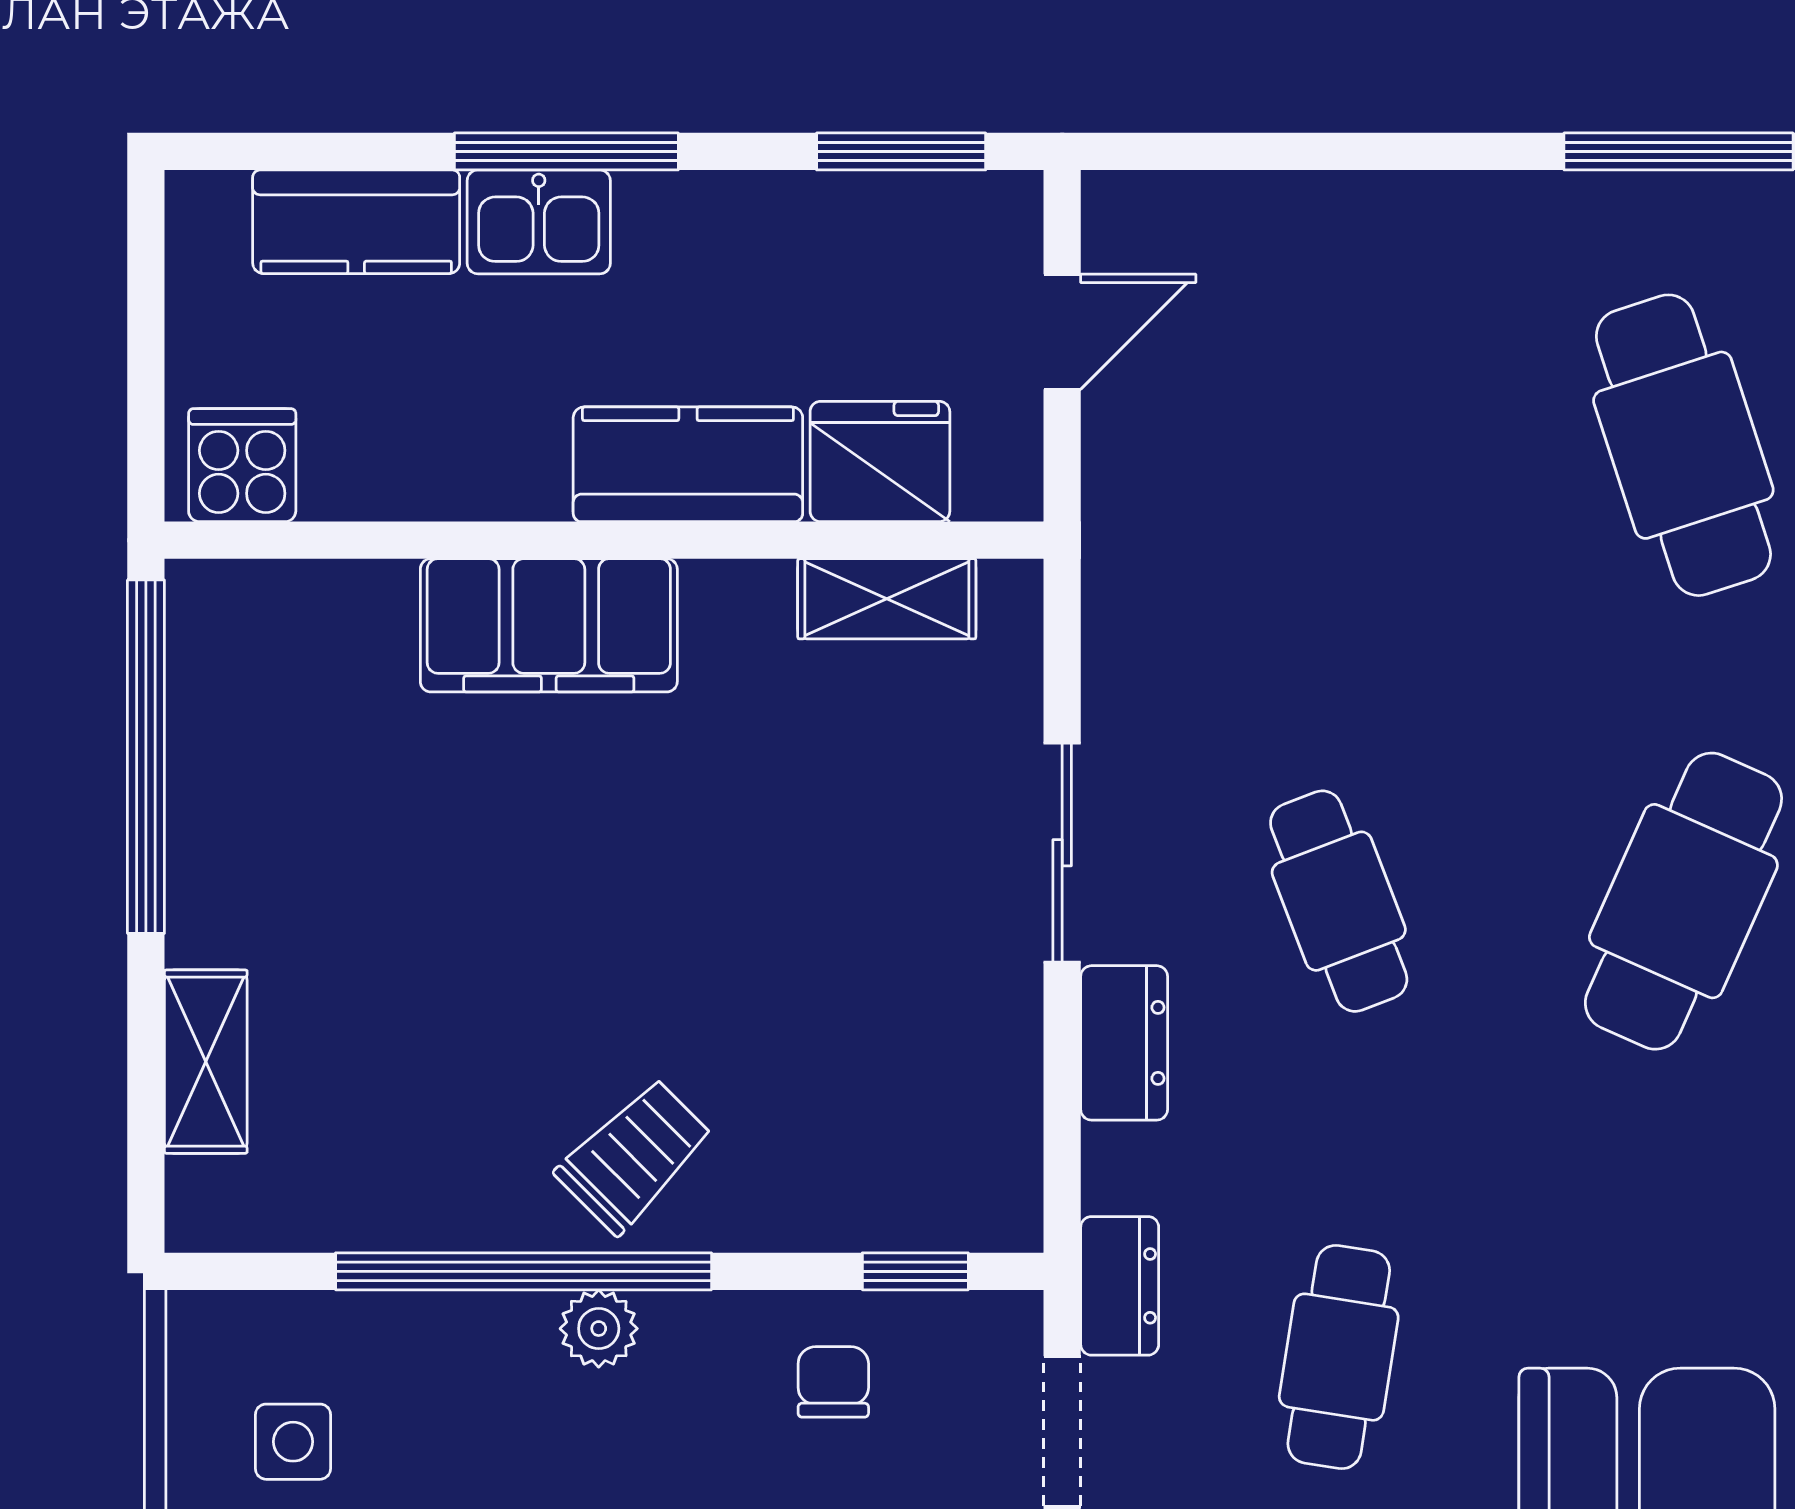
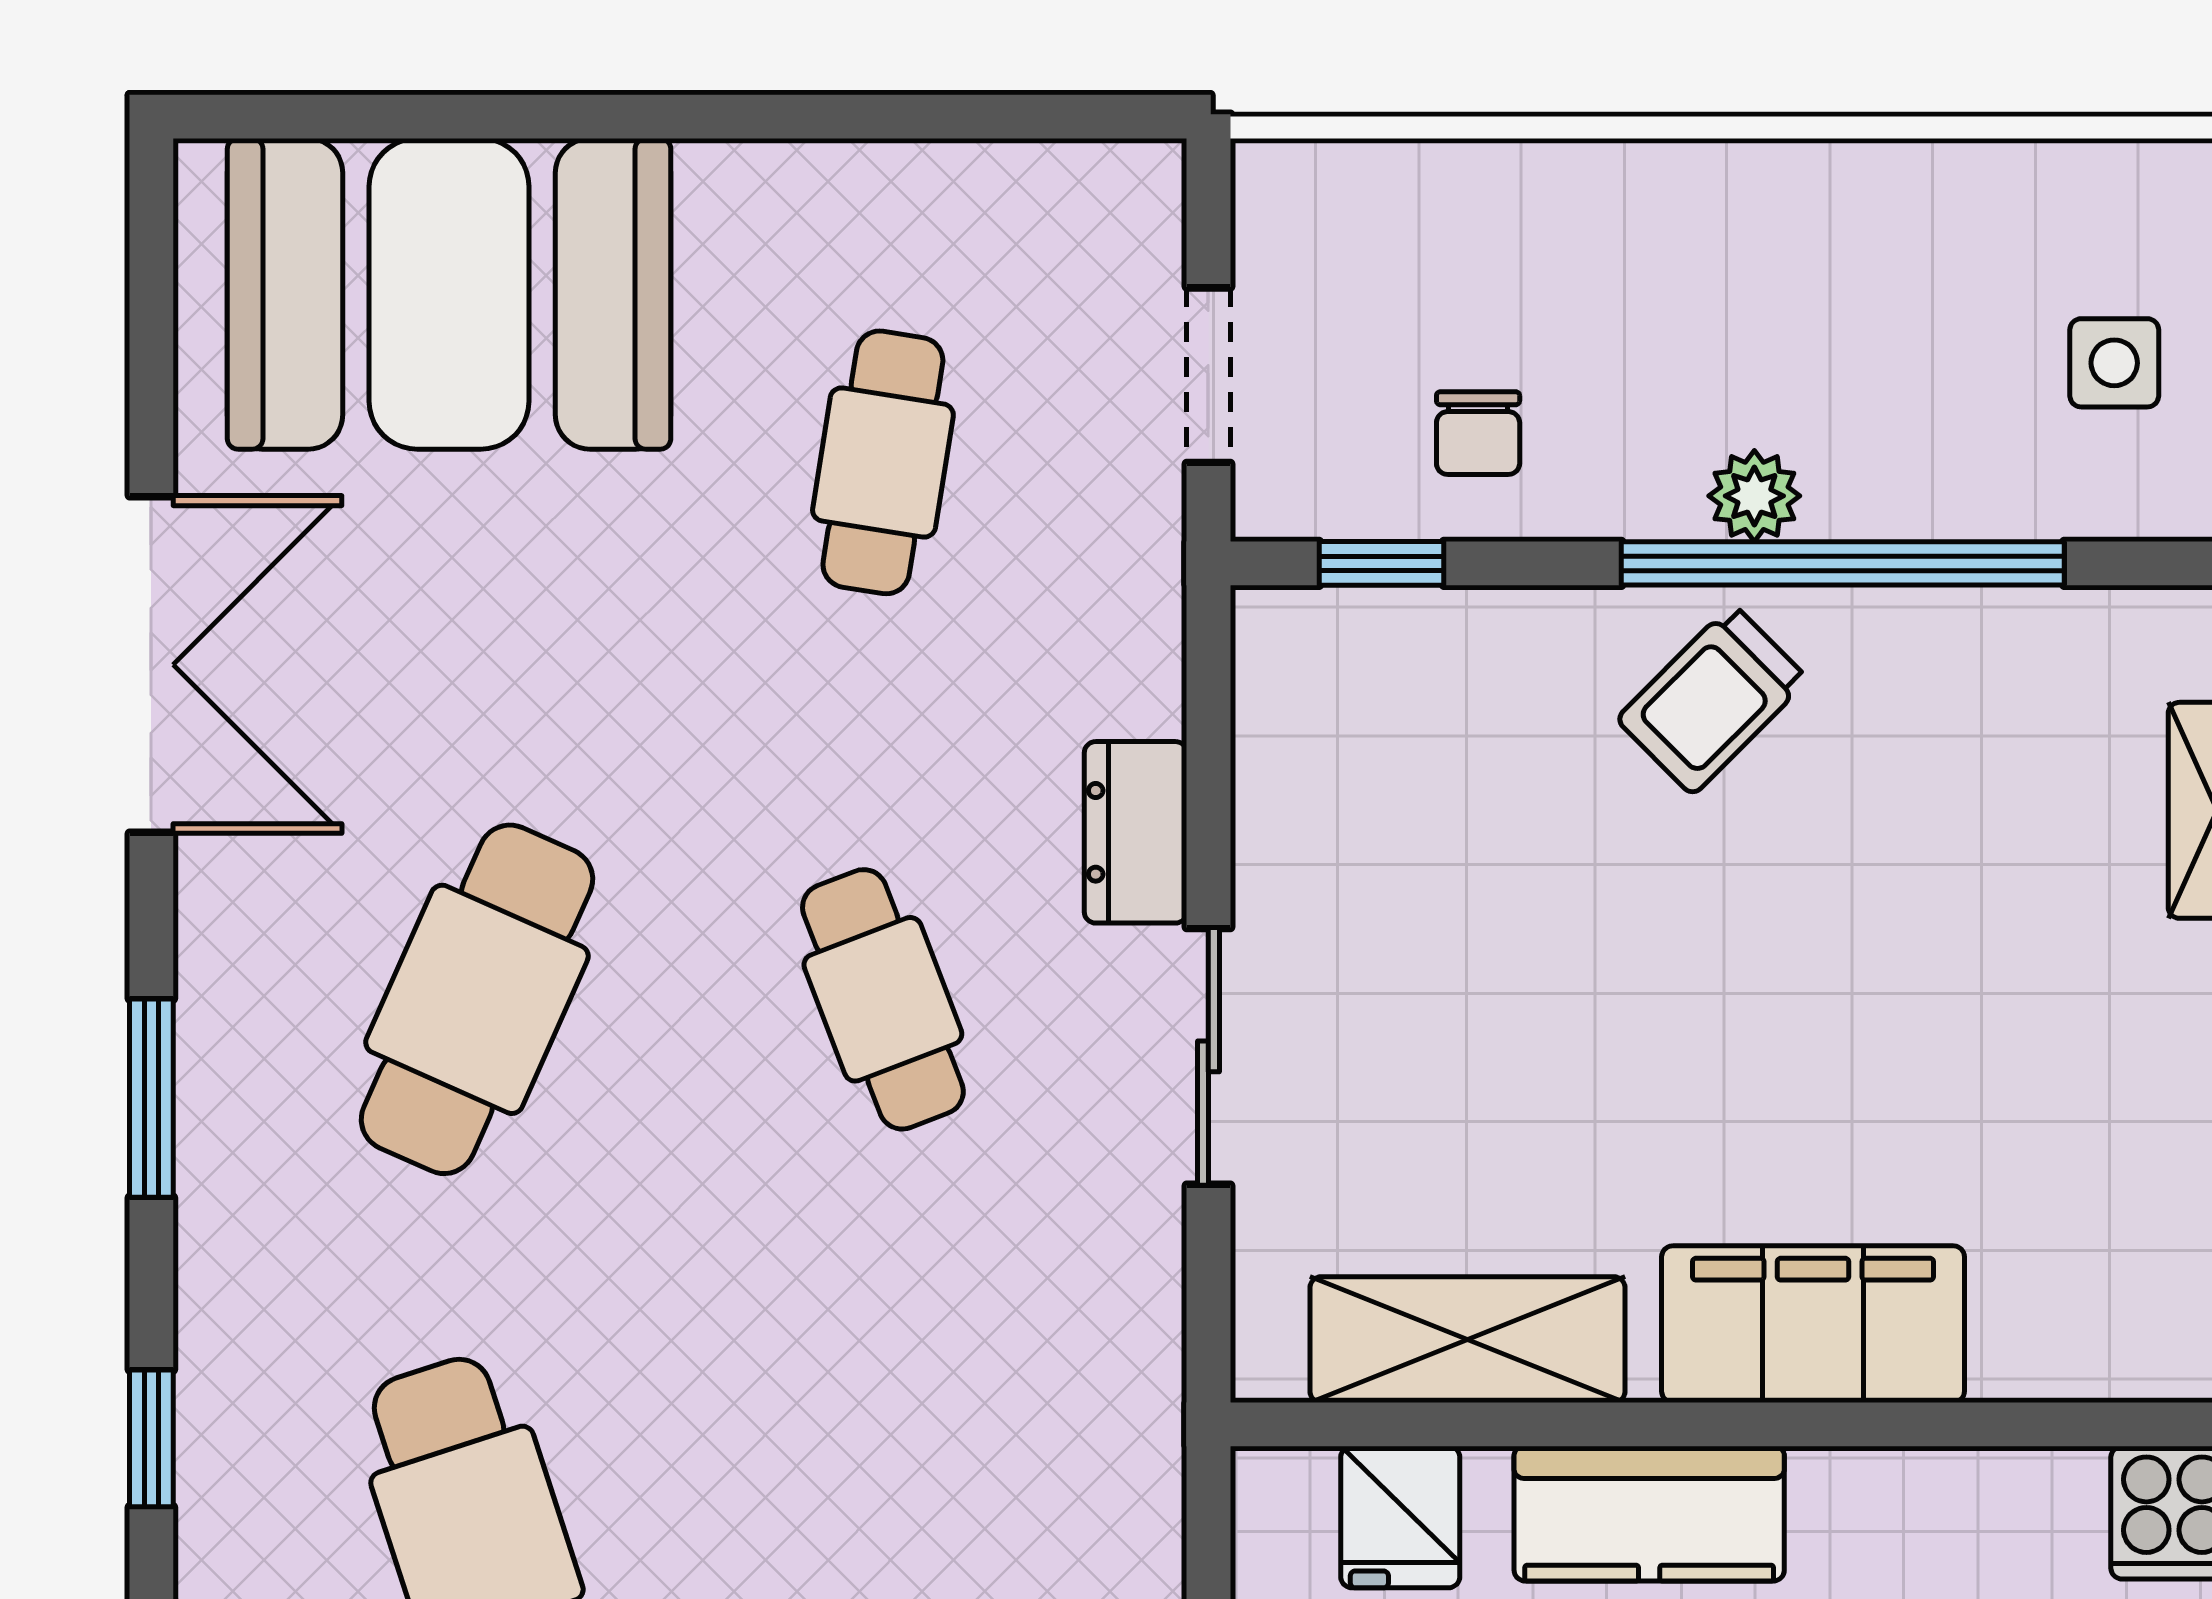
fridge: (880, 461) -> (1400, 1517), width x0.72
shelving: (887, 599) -> (1467, 1340), width x1.50, depth x1.33
dresser: (1120, 1286) -> (1141, 546), removed

